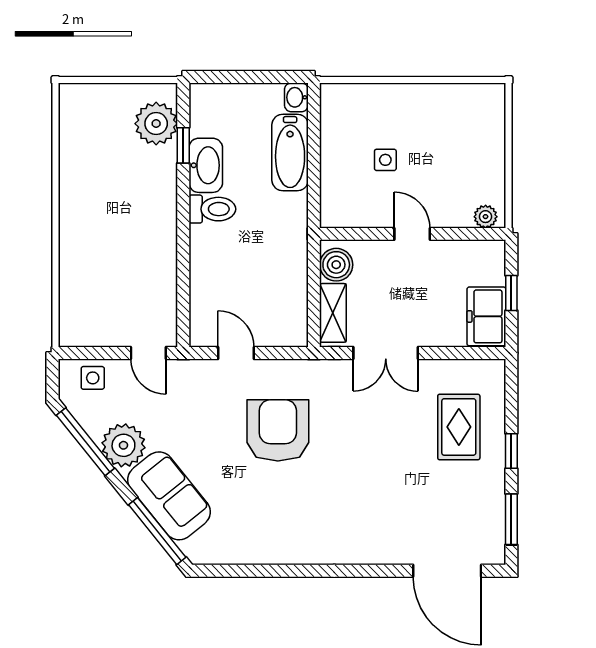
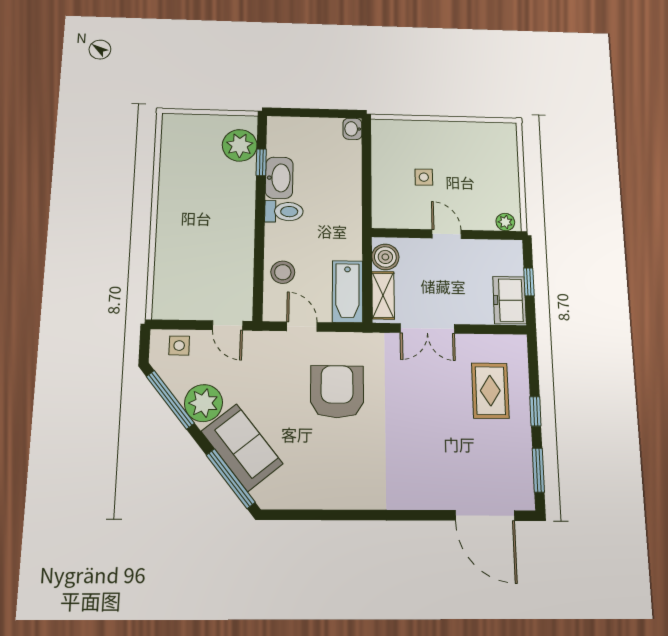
bathtub: (290, 152) -> (347, 291), moved
stool: (212, 286) -> (283, 272), added

